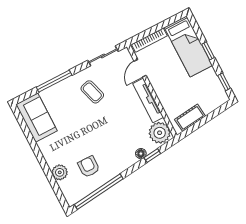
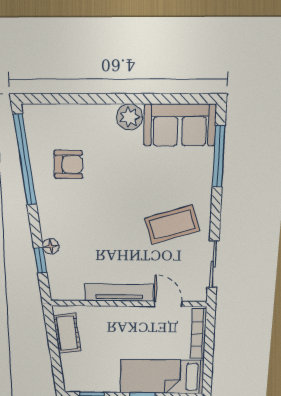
window: (54, 81) -> (219, 157), moved
coffee table: (92, 92) -> (172, 225), width x1.36, depth x1.30
plant: (160, 133) -> (67, 285), removed
plant: (60, 172) -> (130, 117), moved

